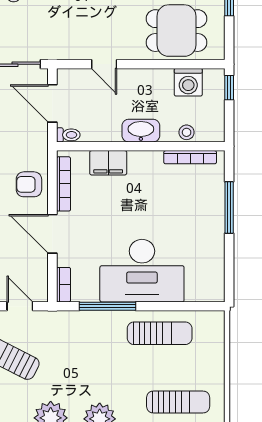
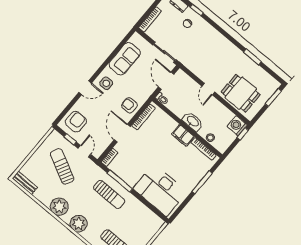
door: (104, 64) -> (208, 89), moved
washing machine: (188, 82) -> (237, 126), moved, turned 90
filing cabinet: (108, 163) -> (183, 135), moved
desk: (142, 271) -> (160, 190), moved
sun lounger: (160, 333) -> (109, 194), moved

